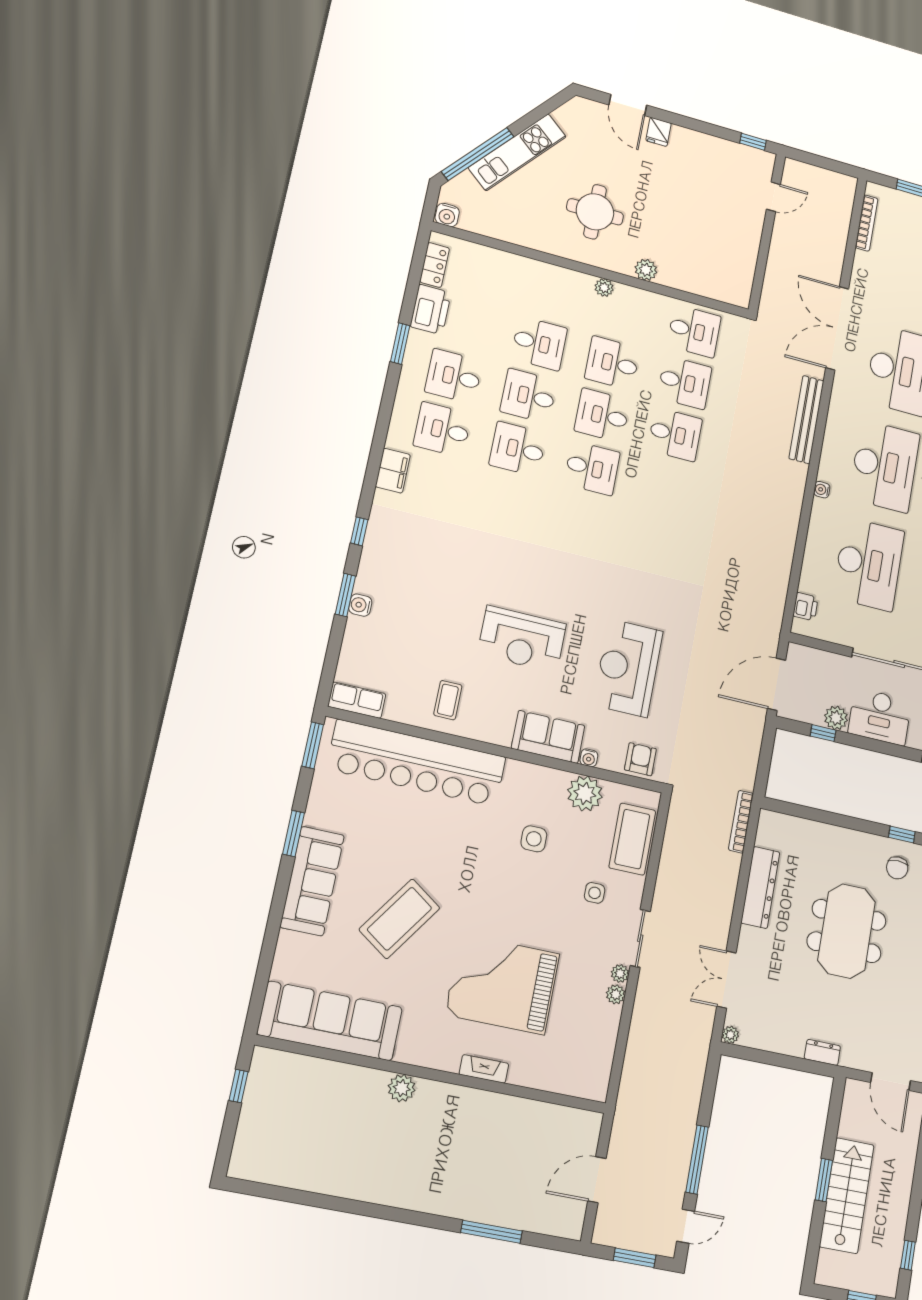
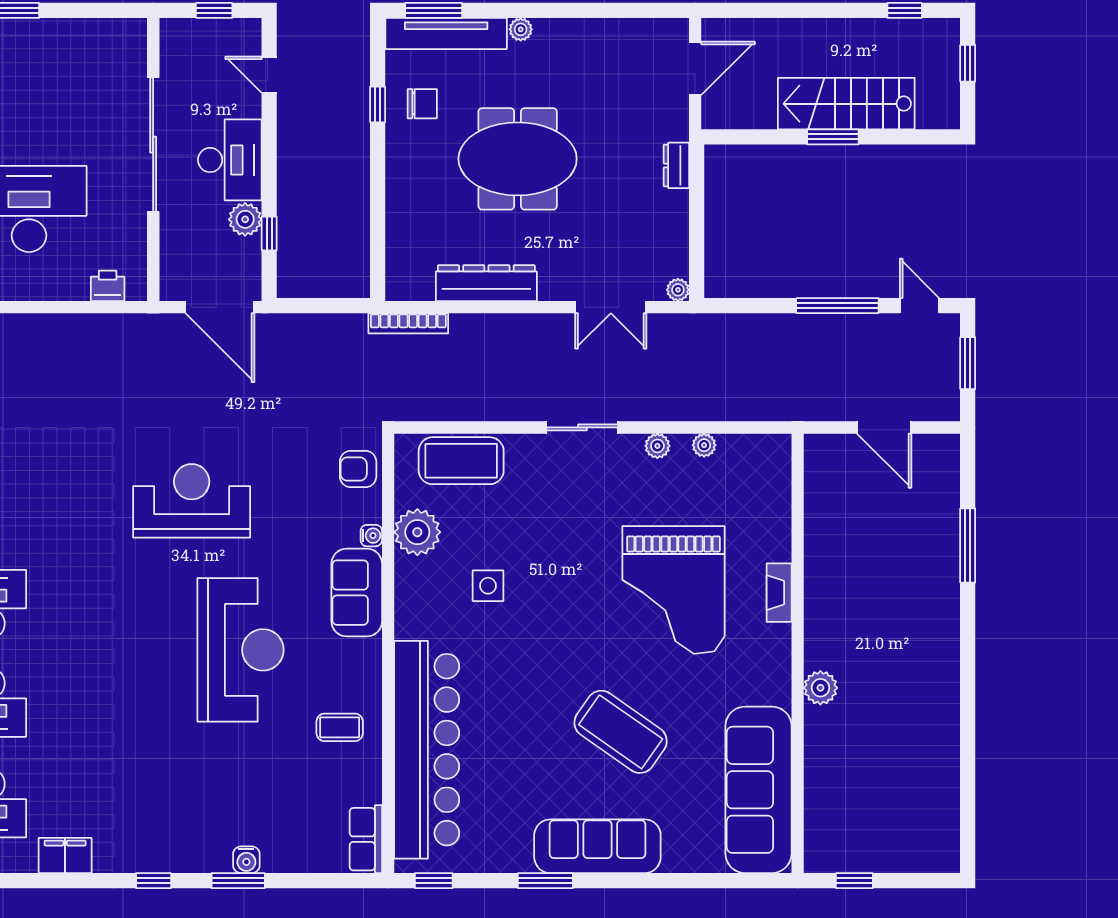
reception desk: (522, 639) -> (240, 650), width x1.36, depth x1.30
reception desk: (628, 668) -> (192, 501), moved, turned 180
window: (313, 745) -> (434, 881), width x0.67
side table: (595, 893) -> (538, 496), removed
plant: (620, 974) -> (704, 445), moved

